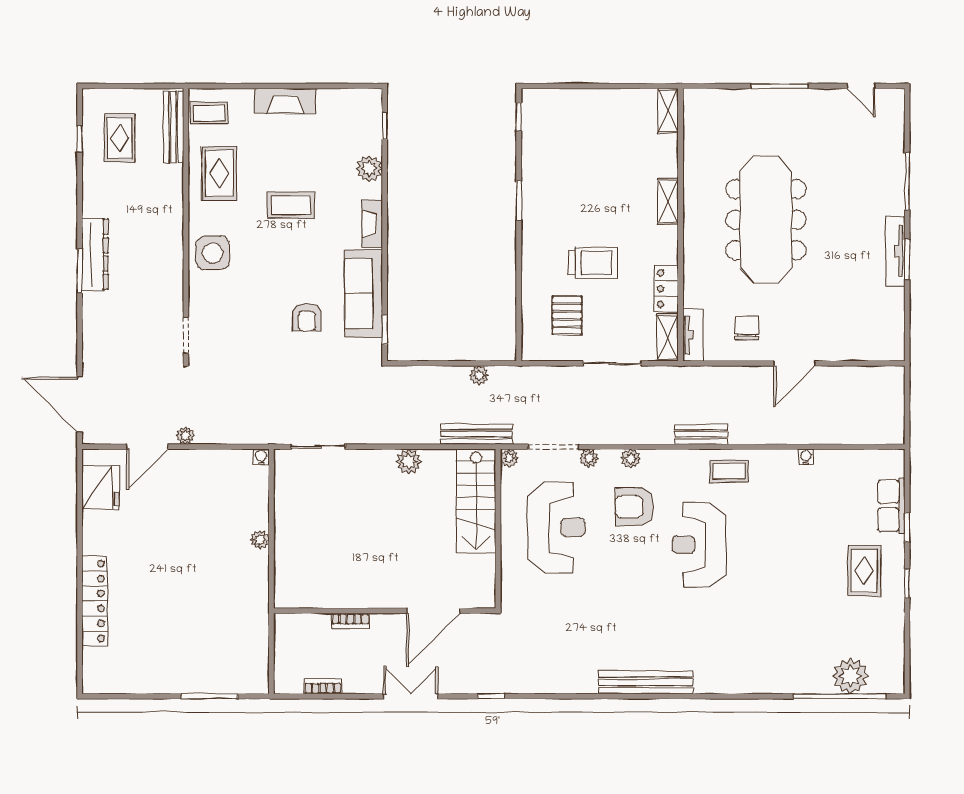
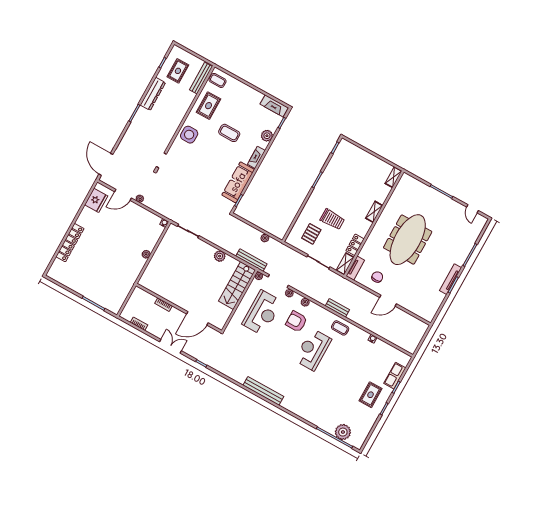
fireplace: (285, 101) -> (274, 106), moved
dresser: (95, 254) -> (153, 94), moved
armchair: (307, 317) -> (211, 179), removed

